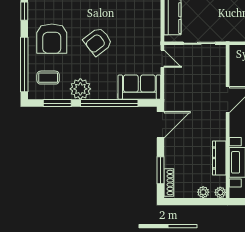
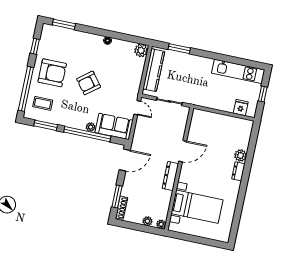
armchair: (52, 39) -> (52, 73), turned -90
plant: (80, 89) -> (91, 127), moved, width x0.53, depth x0.53
dresser: (219, 158) -> (170, 176), moved

